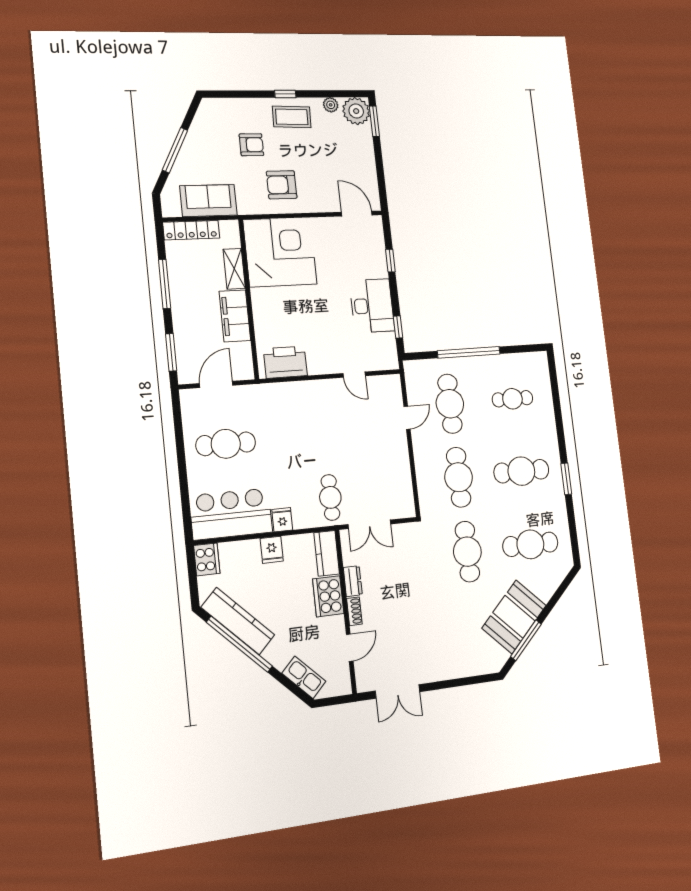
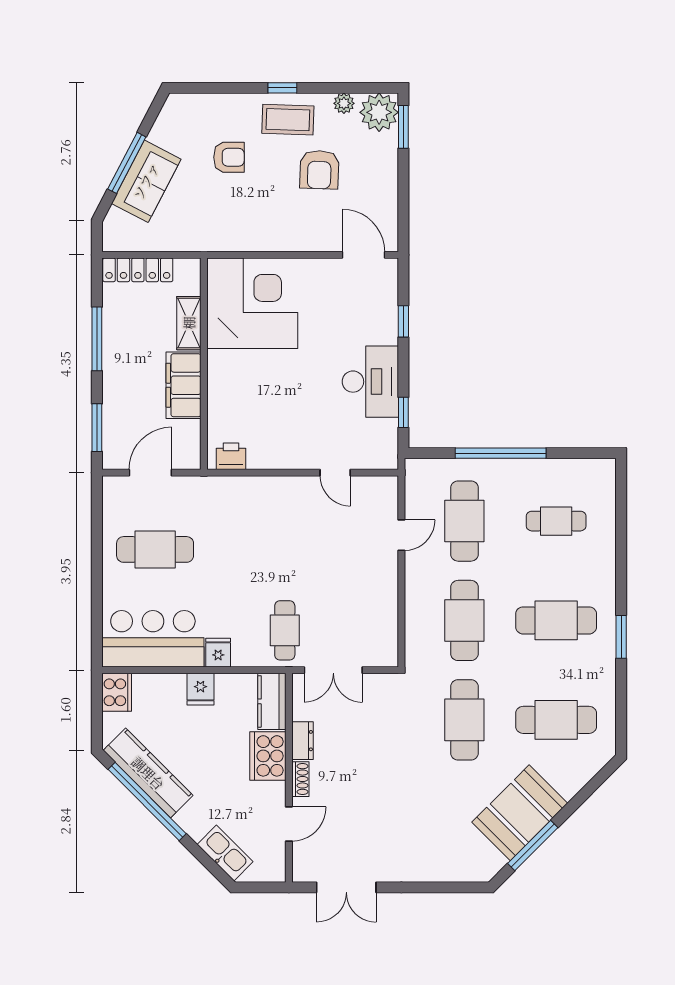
armchair: (282, 185) -> (319, 170), moved, turned -88
sofa: (208, 201) -> (146, 181), moved, turned 118
printer: (285, 362) -> (231, 456), width x0.53, depth x0.68

